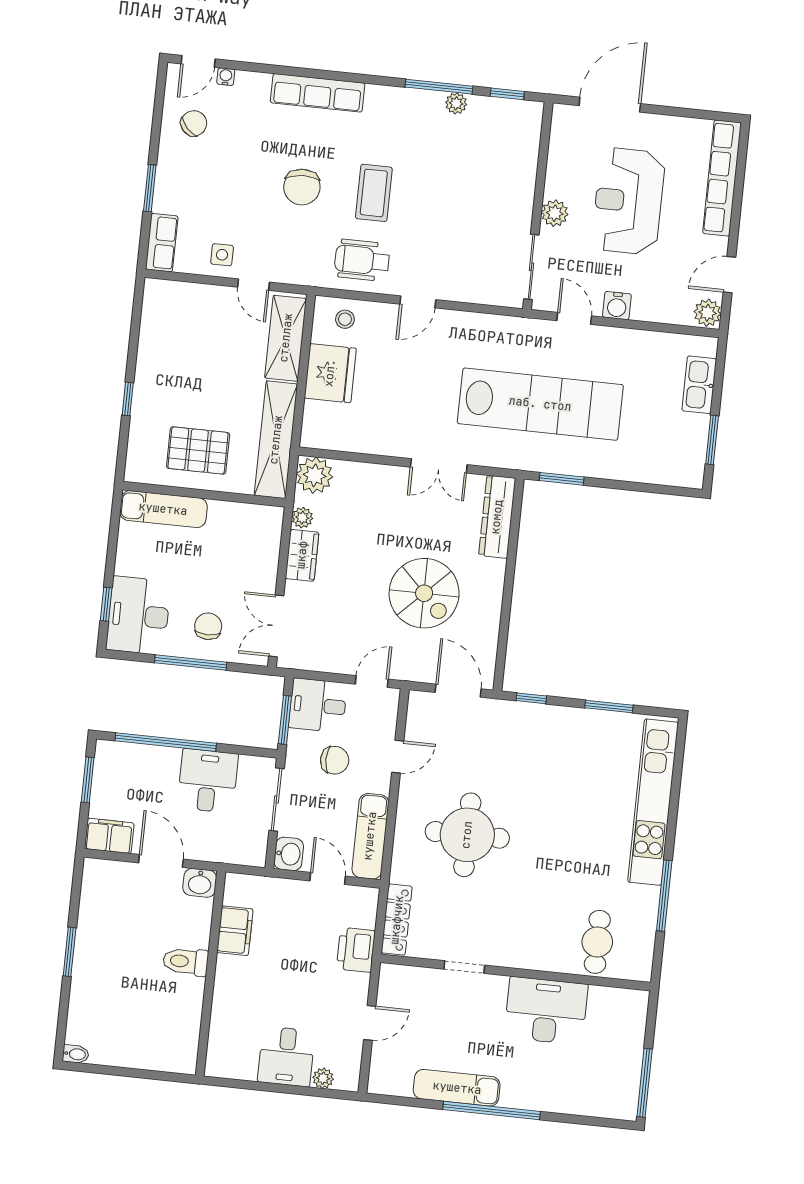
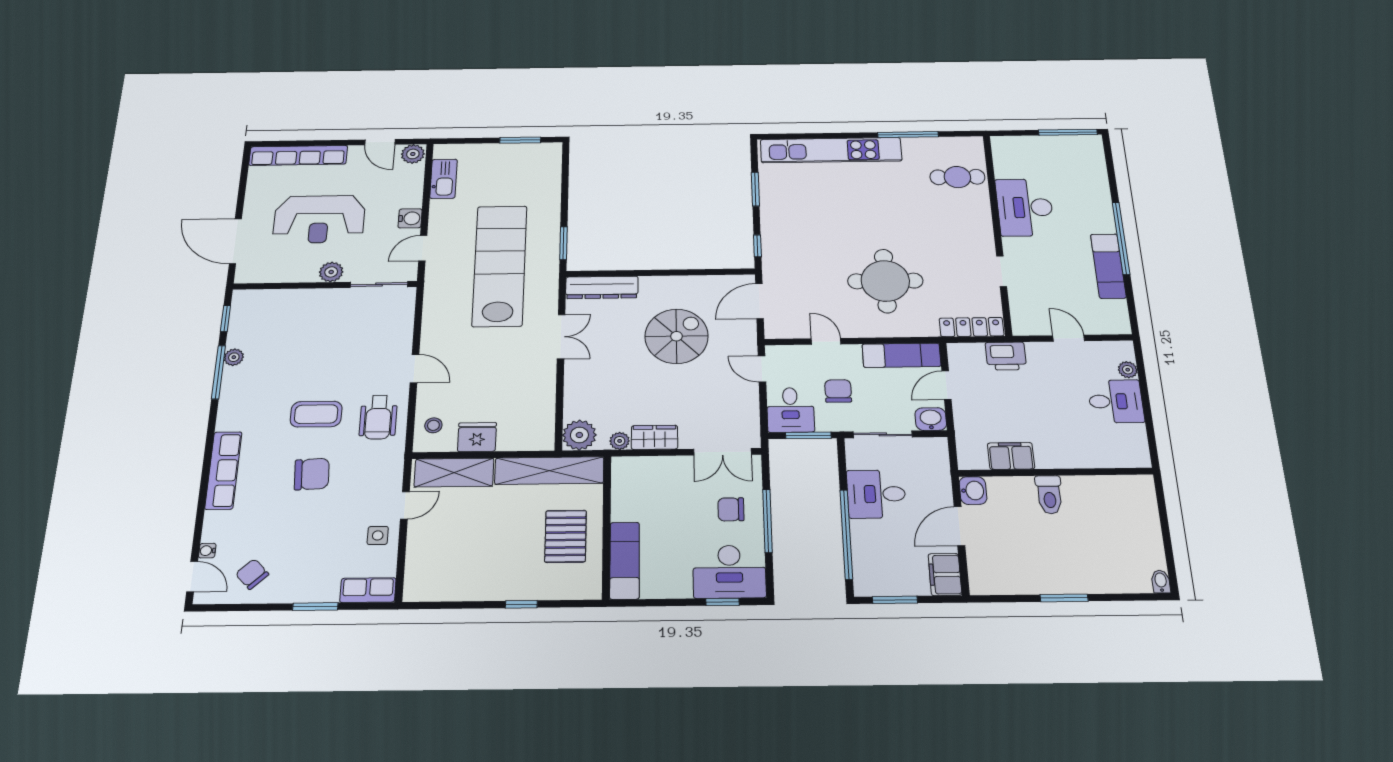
fridge: (330, 373) -> (477, 437), width x0.73, depth x0.75
kitchen sink: (699, 385) -> (444, 179), moved, turned -90

